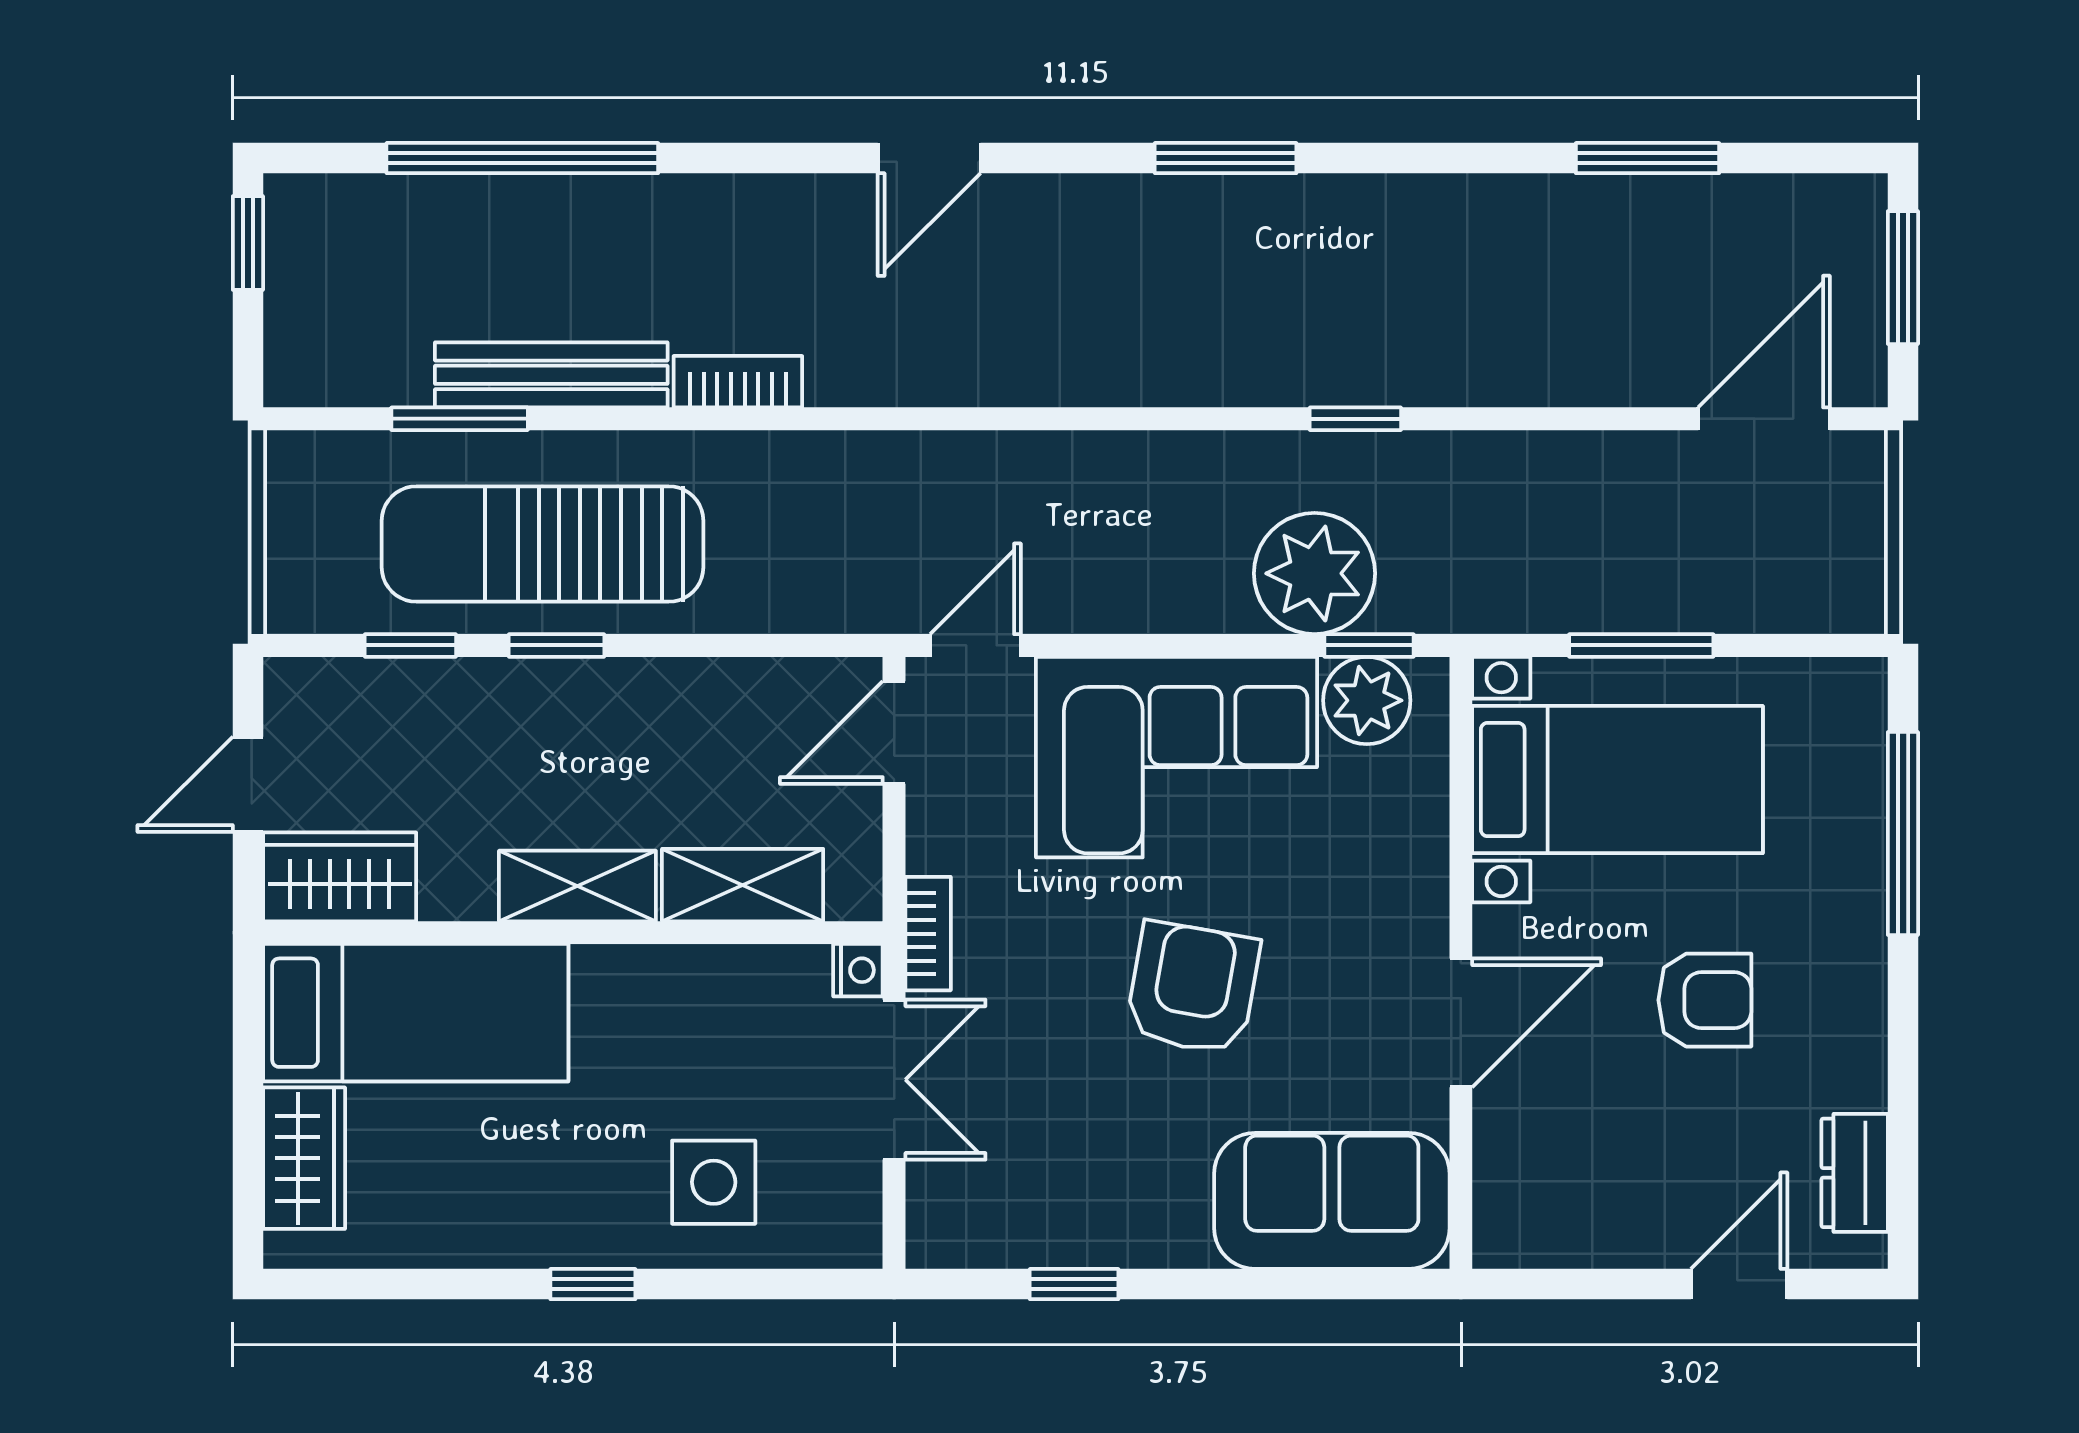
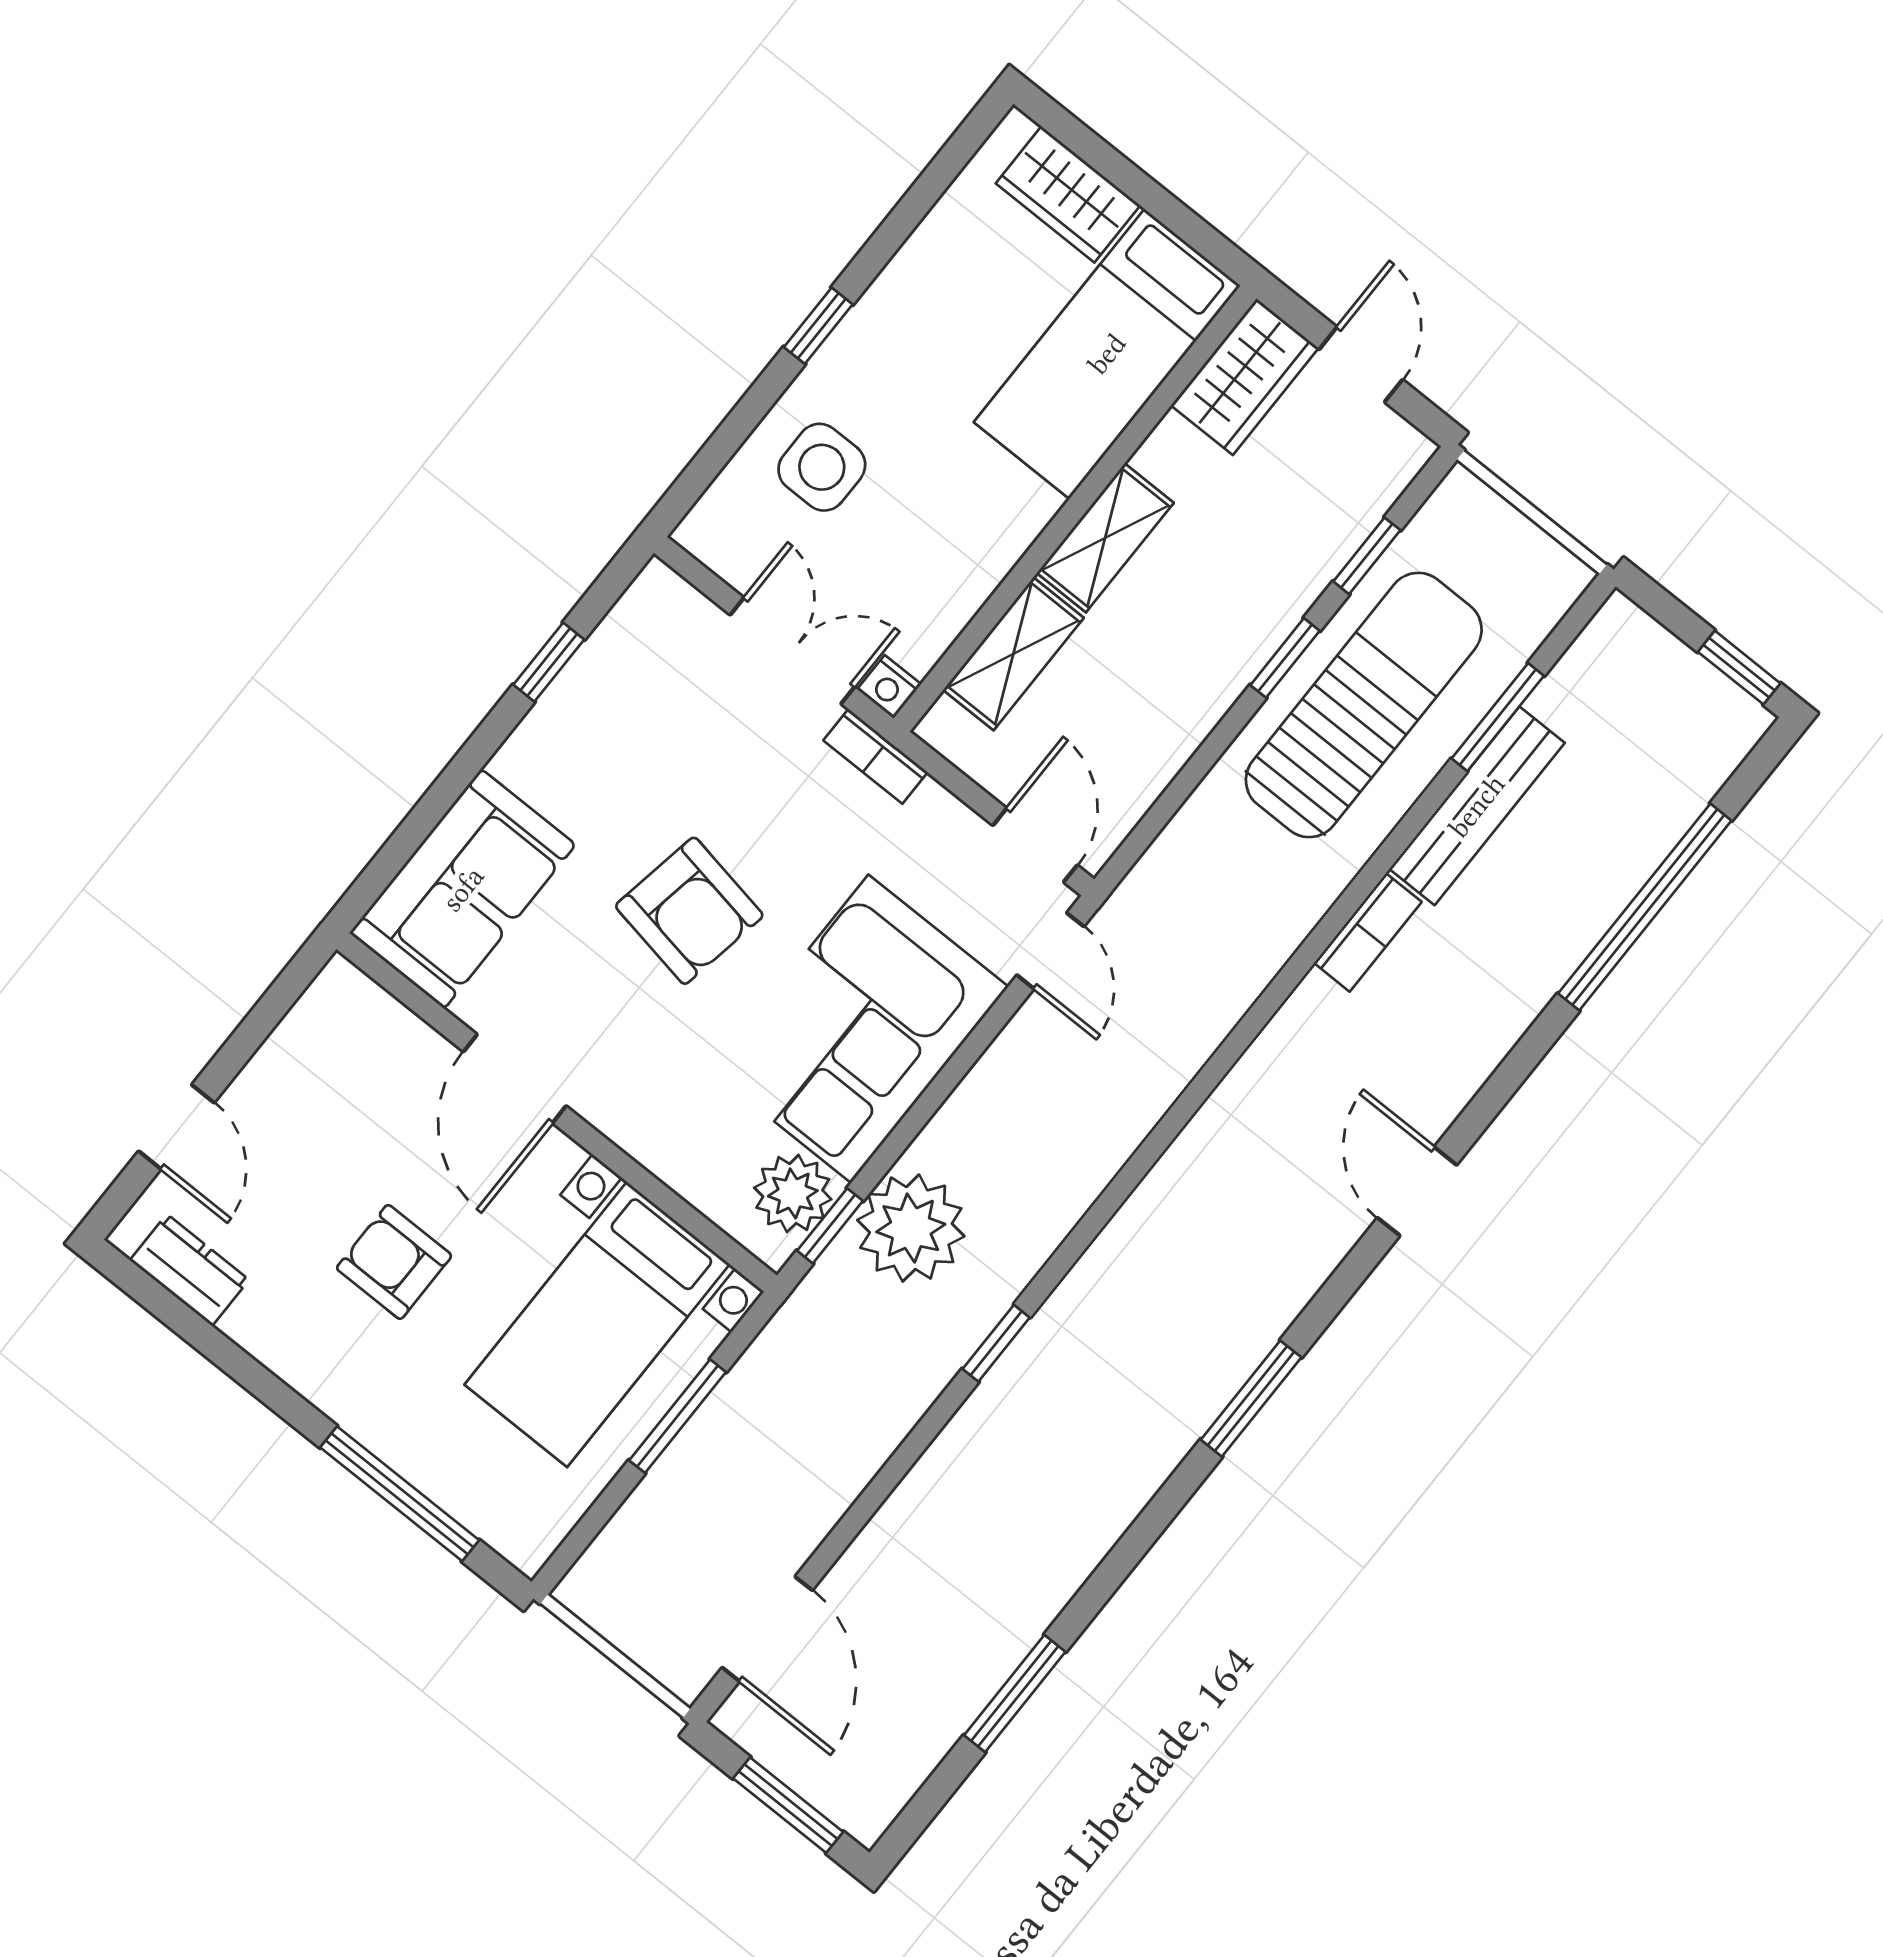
armchair: (1705, 1000) -> (394, 1262), turned 90
double door: (894, 1080) -> (792, 651), swing flipped

